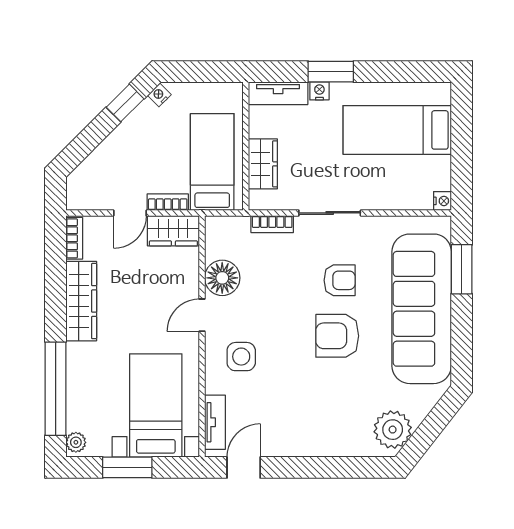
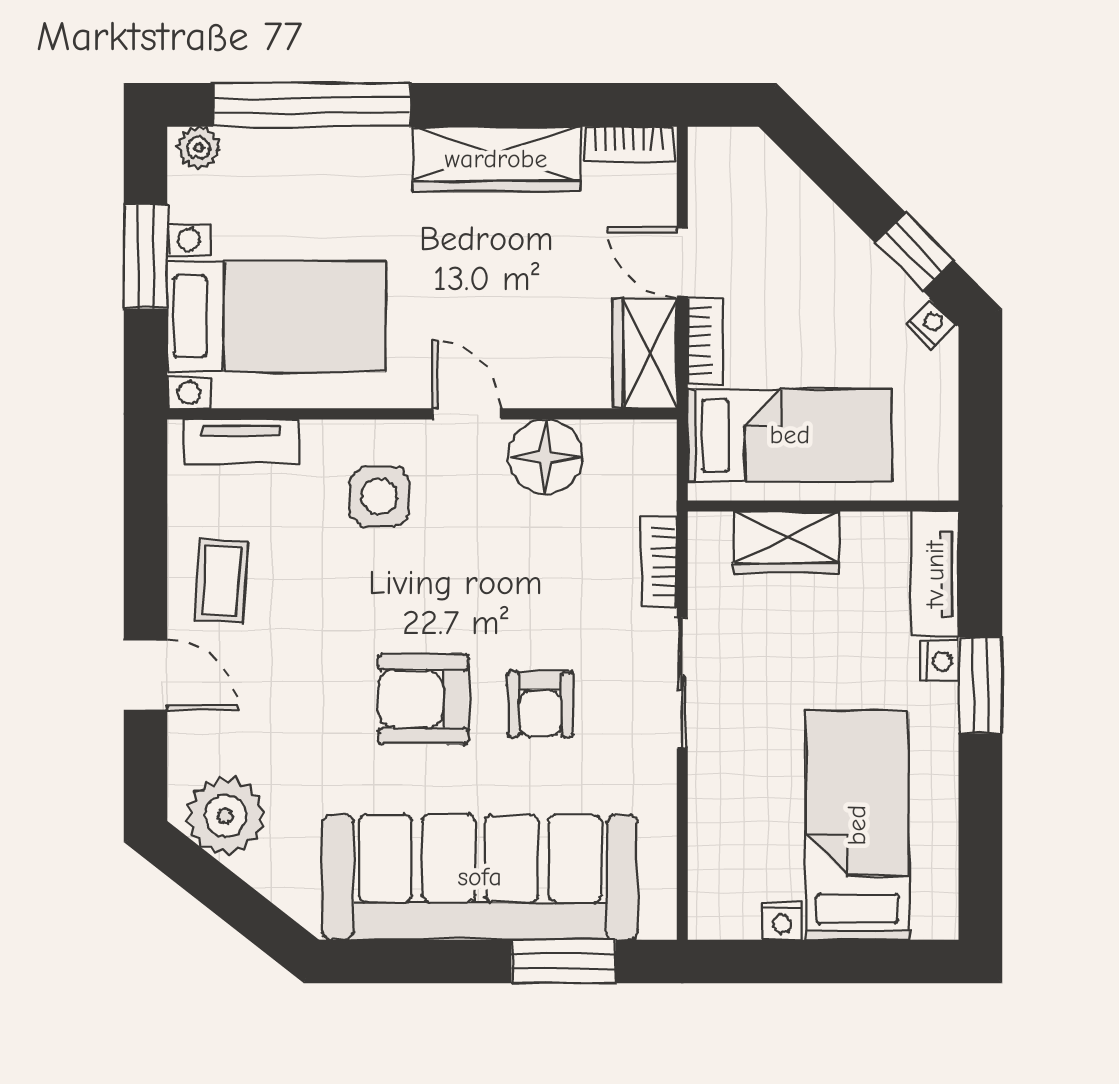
nightstand: (442, 201) -> (782, 921), moved
armchair: (337, 336) -> (423, 699), turned -90
coffee table: (281, 431) -> (221, 581), added
door: (244, 467) -> (145, 675), moved

